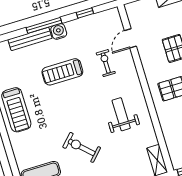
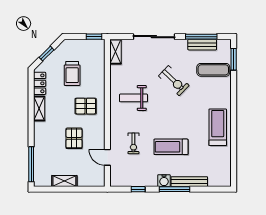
door: (130, 38) -> (107, 157), swing flipped
treadmill: (62, 72) -> (171, 147), turned 180
weight bench: (121, 114) -> (133, 98), turned 90

